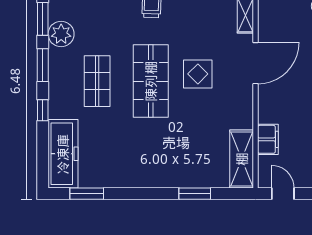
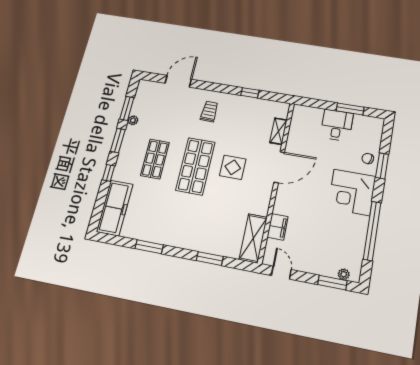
plant: (61, 34) -> (133, 120), width x0.53, depth x0.53
window: (87, 194) -> (149, 247), moved

